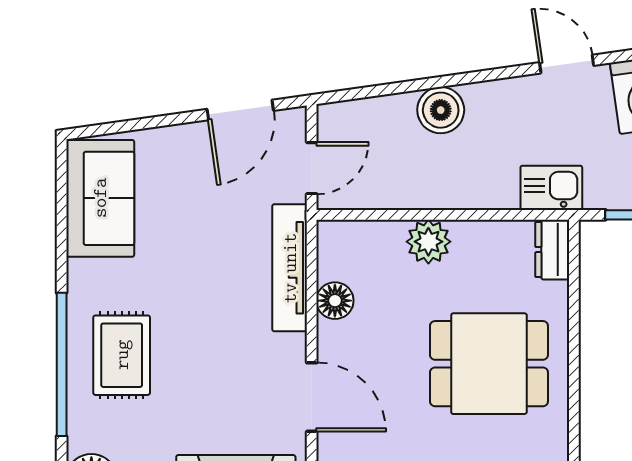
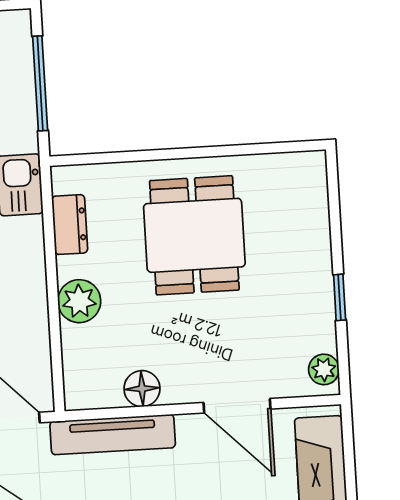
dresser: (552, 250) -> (70, 225), moved, turned -90
door: (312, 397) -> (237, 406), swing flipped

